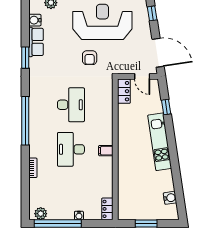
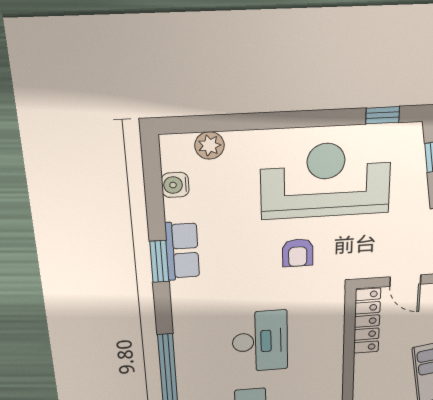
row of seats: (36, 42) -> (182, 251), moved
locker: (124, 91) -> (367, 321), width x1.53

